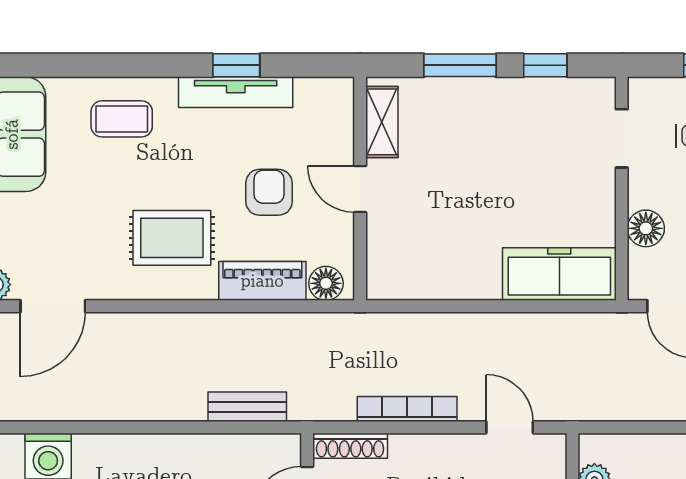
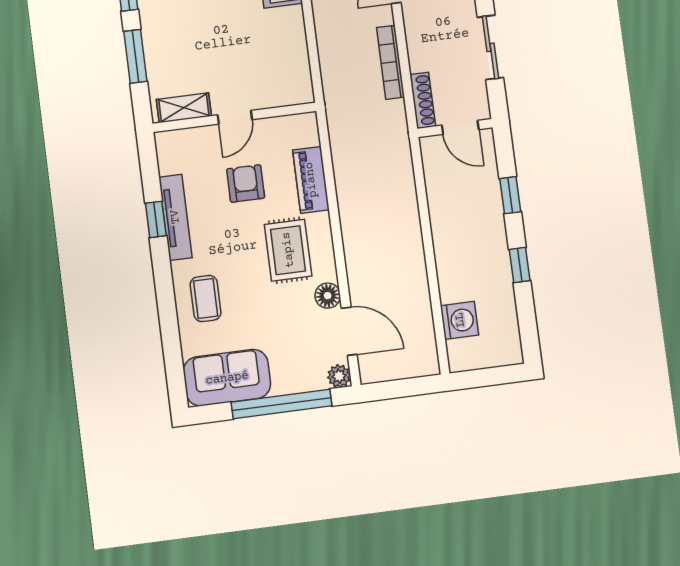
armchair: (269, 192) -> (246, 183), turned 90
floor lamp: (326, 283) -> (328, 296), moved
bench: (247, 407) -> (404, 179), removed

